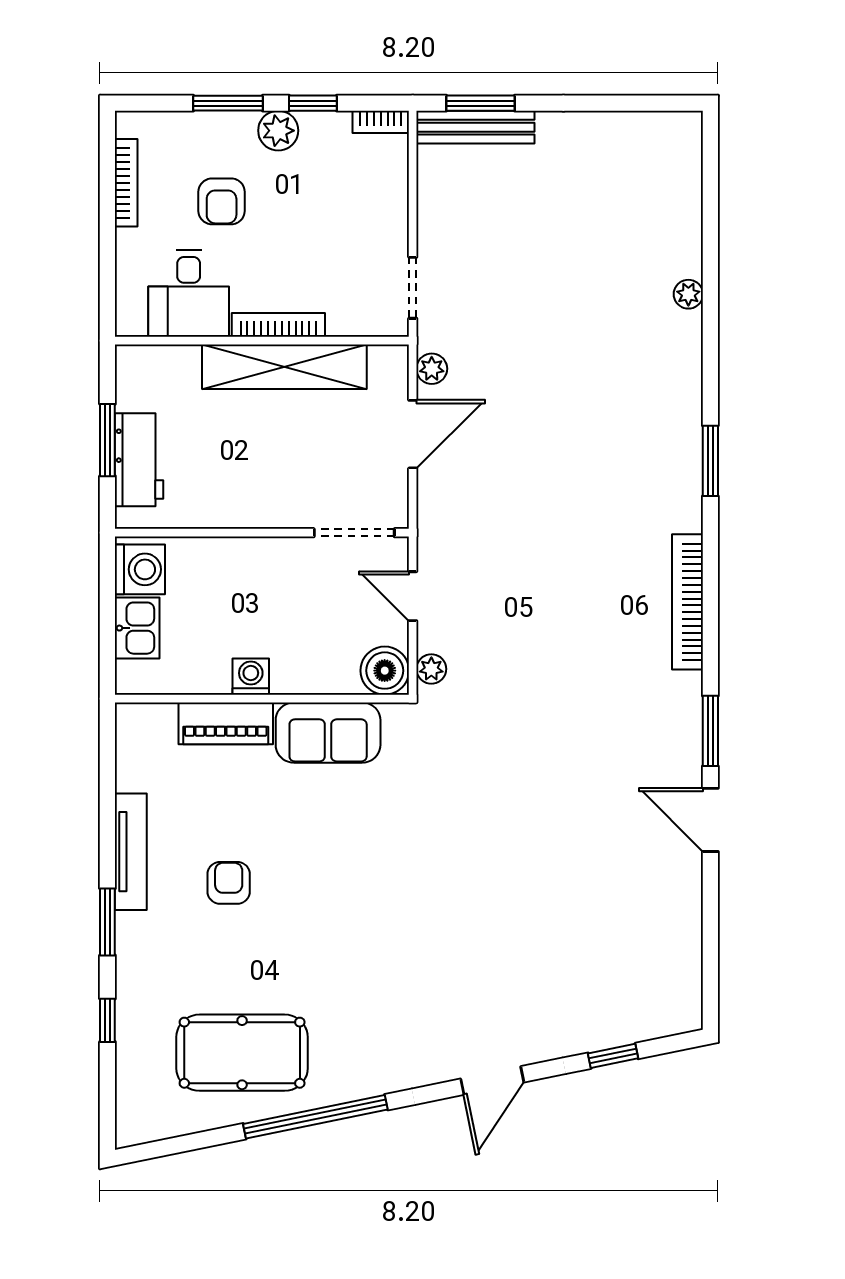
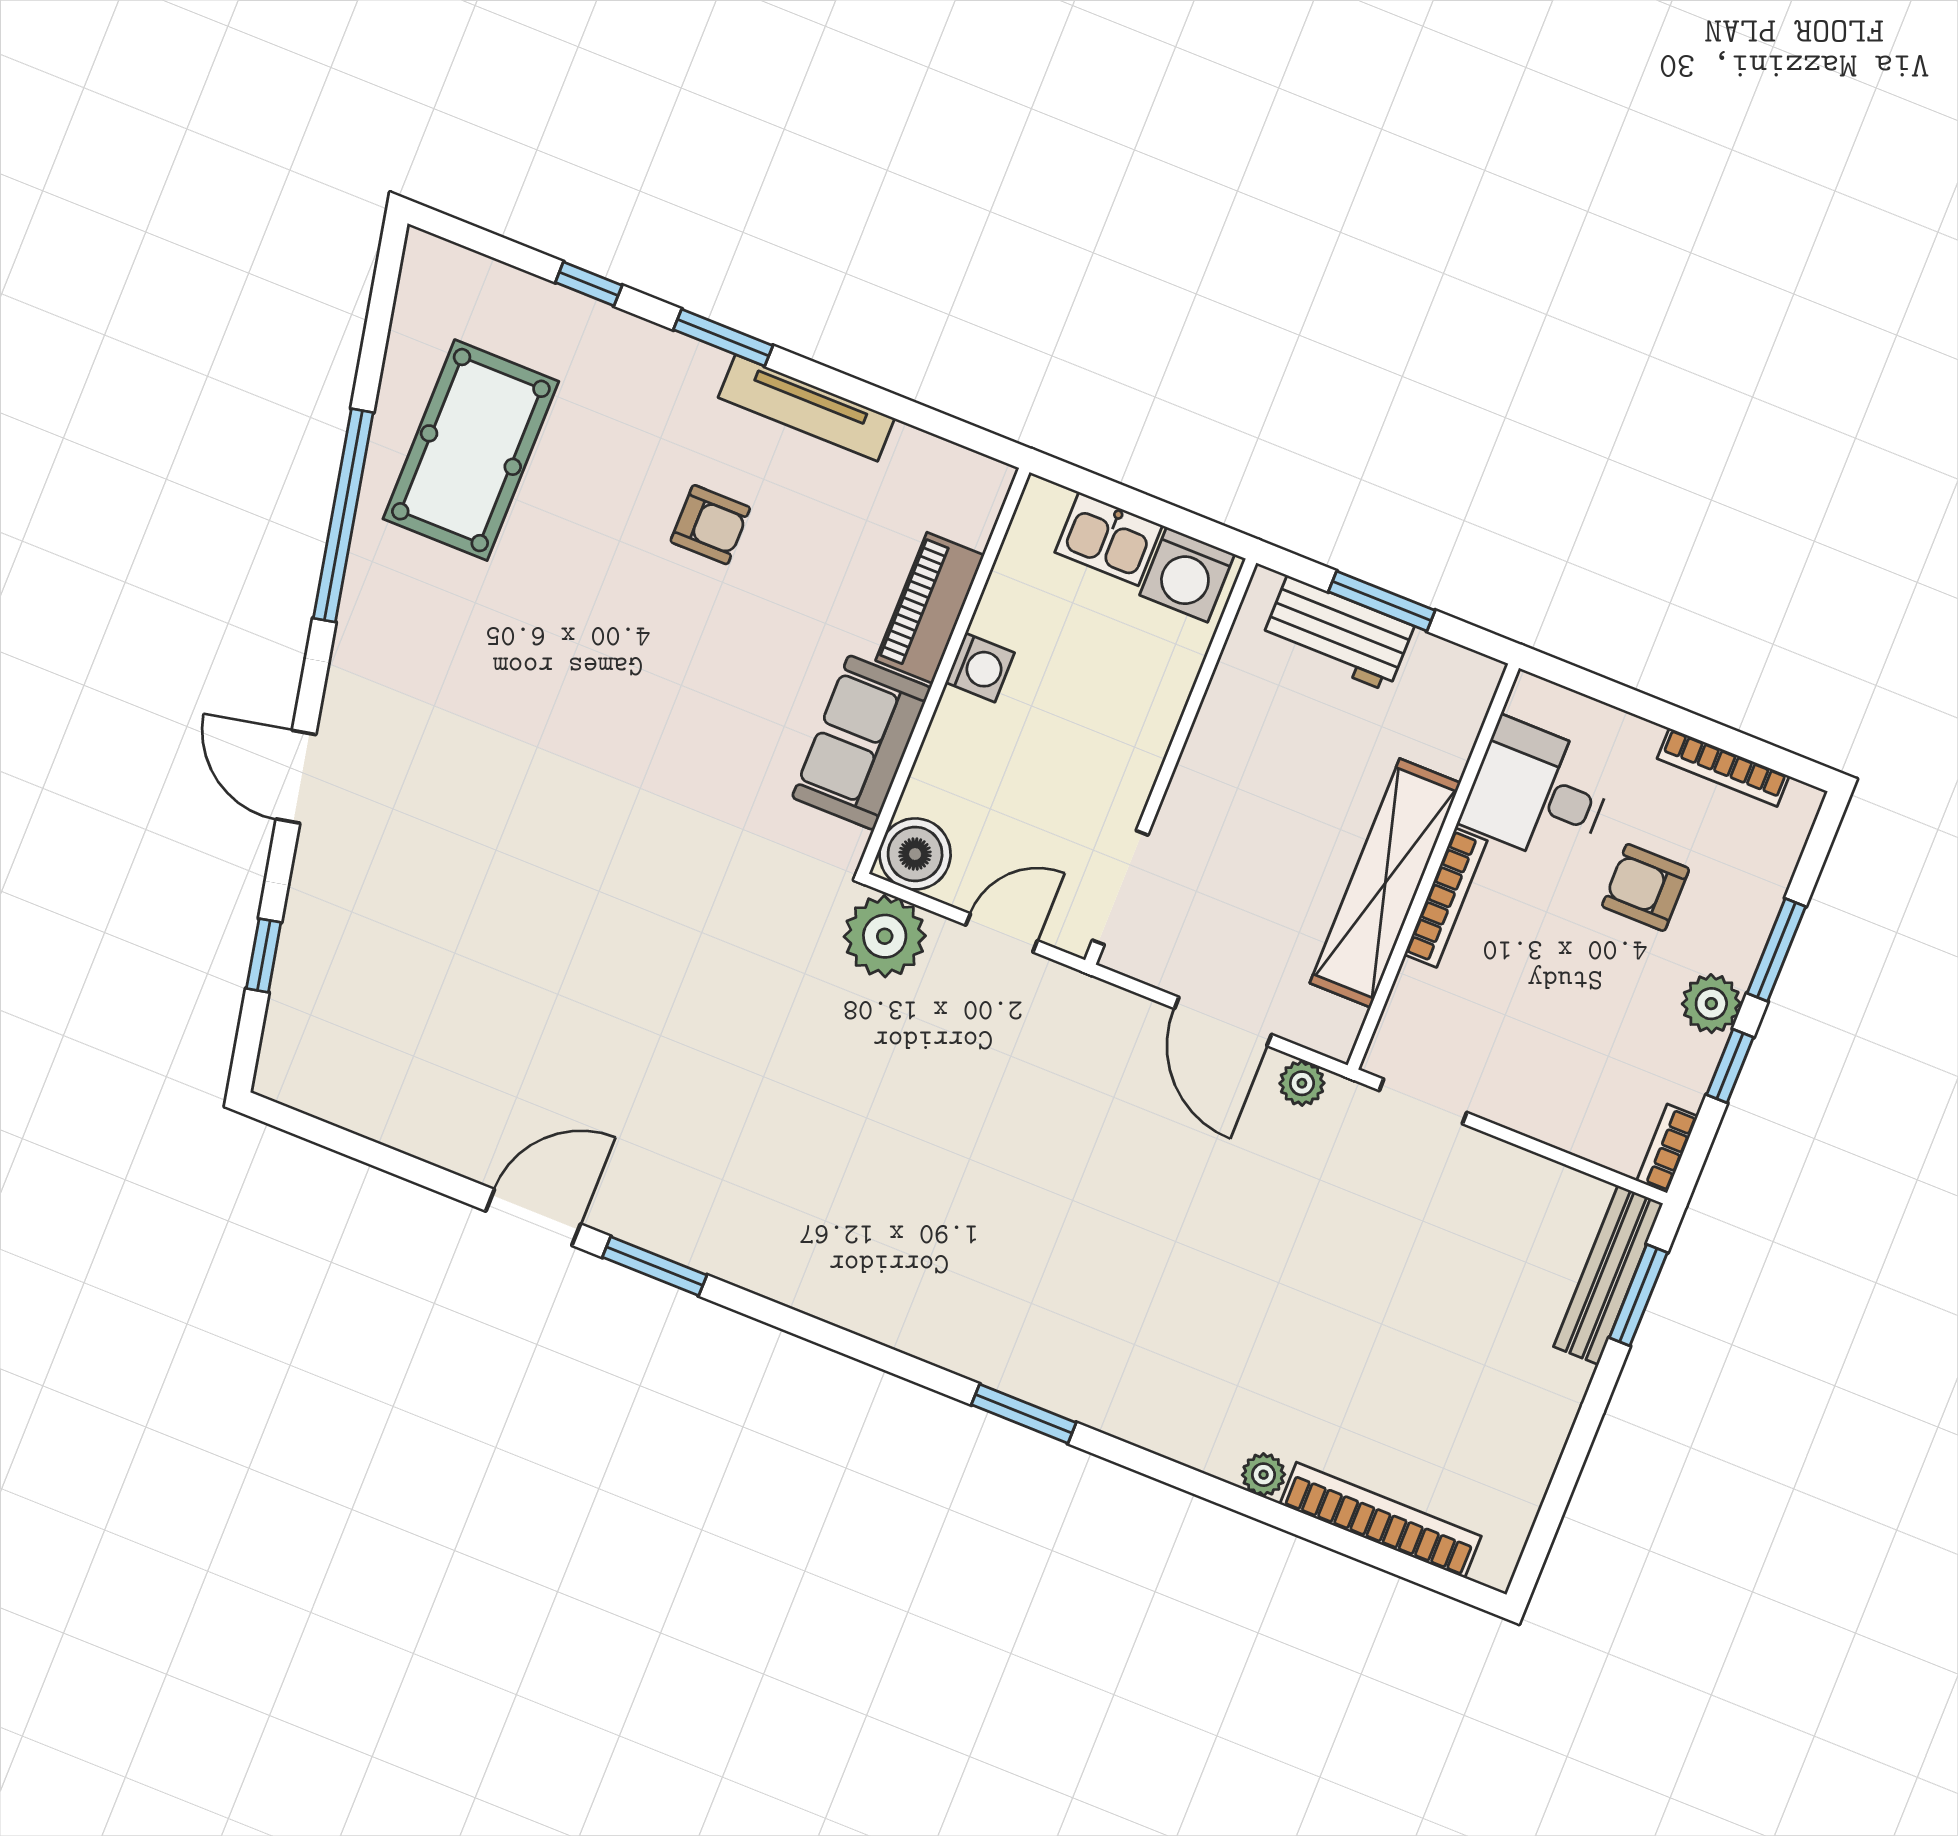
bookcase: (687, 602) -> (1381, 1520), moved
plant: (431, 669) -> (885, 936), width x1.87, depth x1.87

